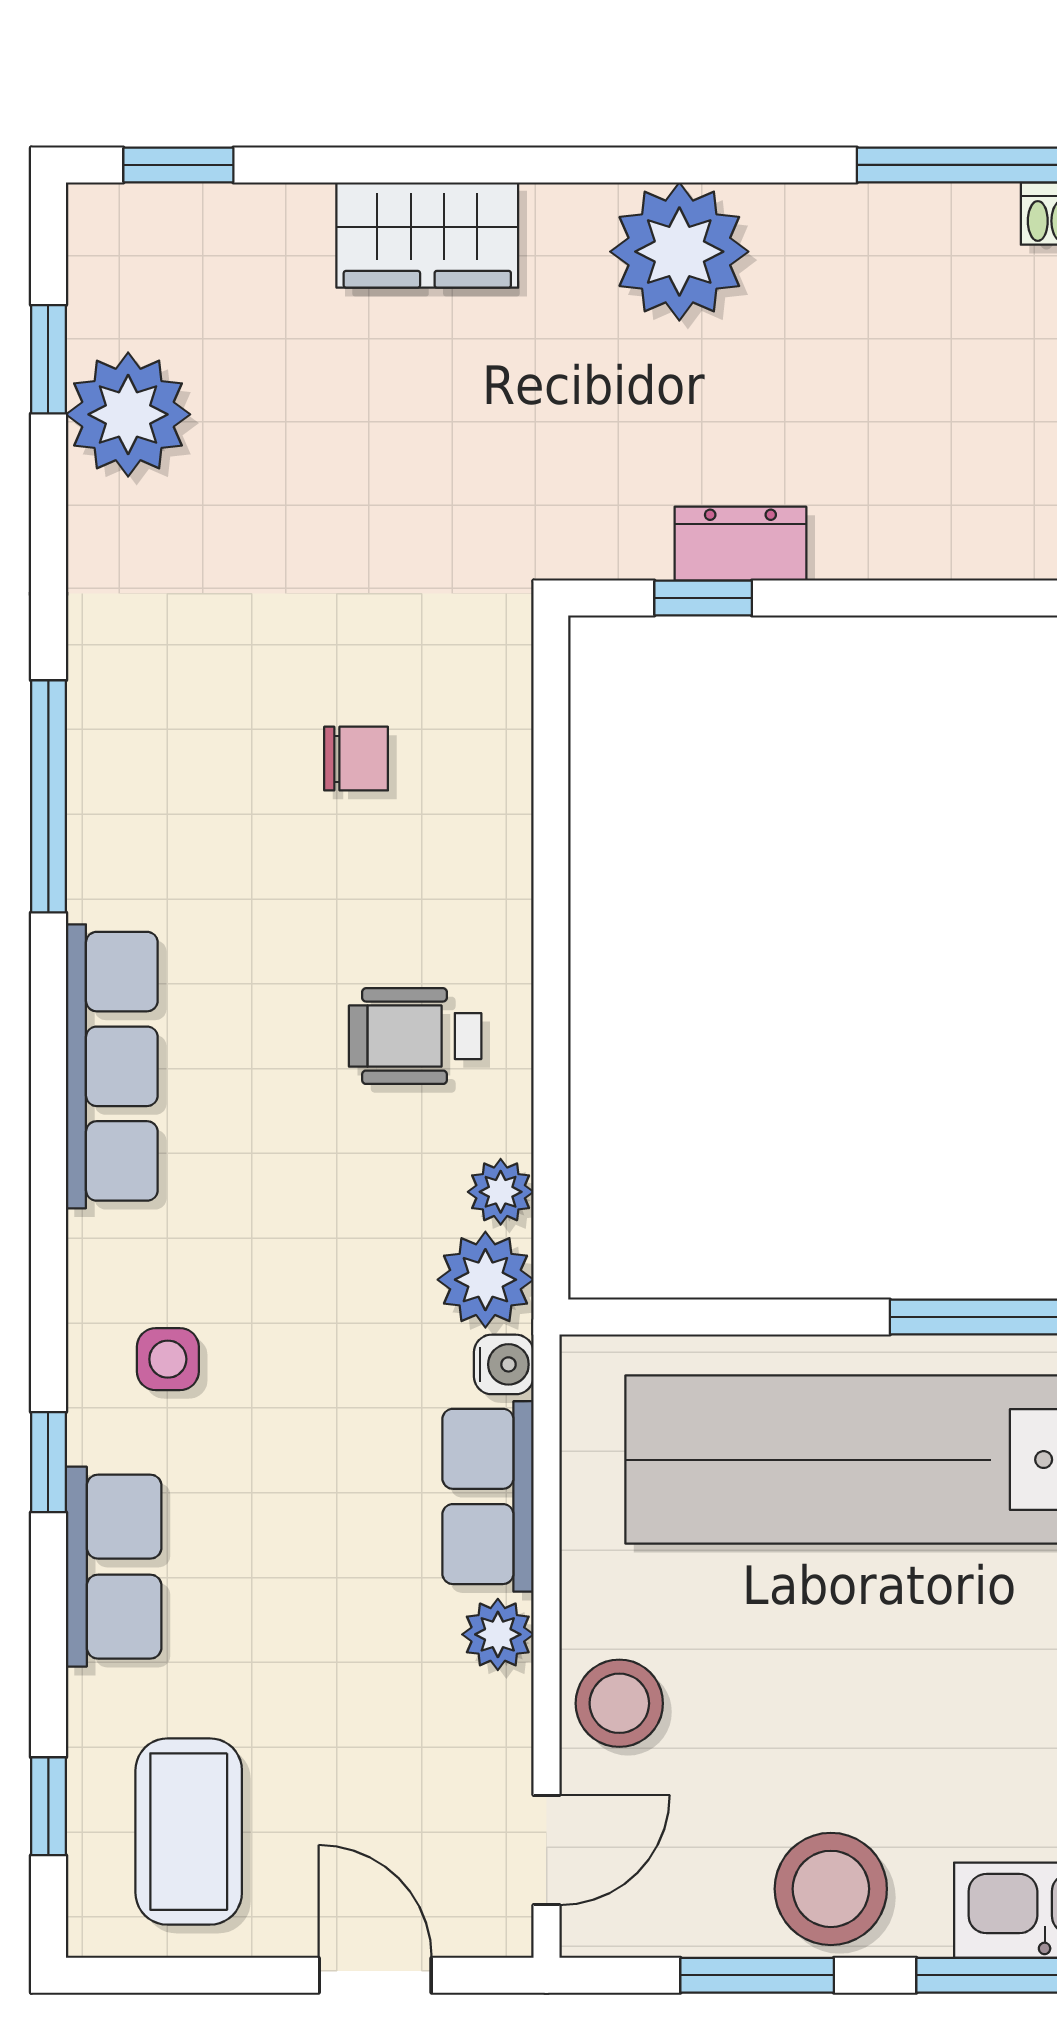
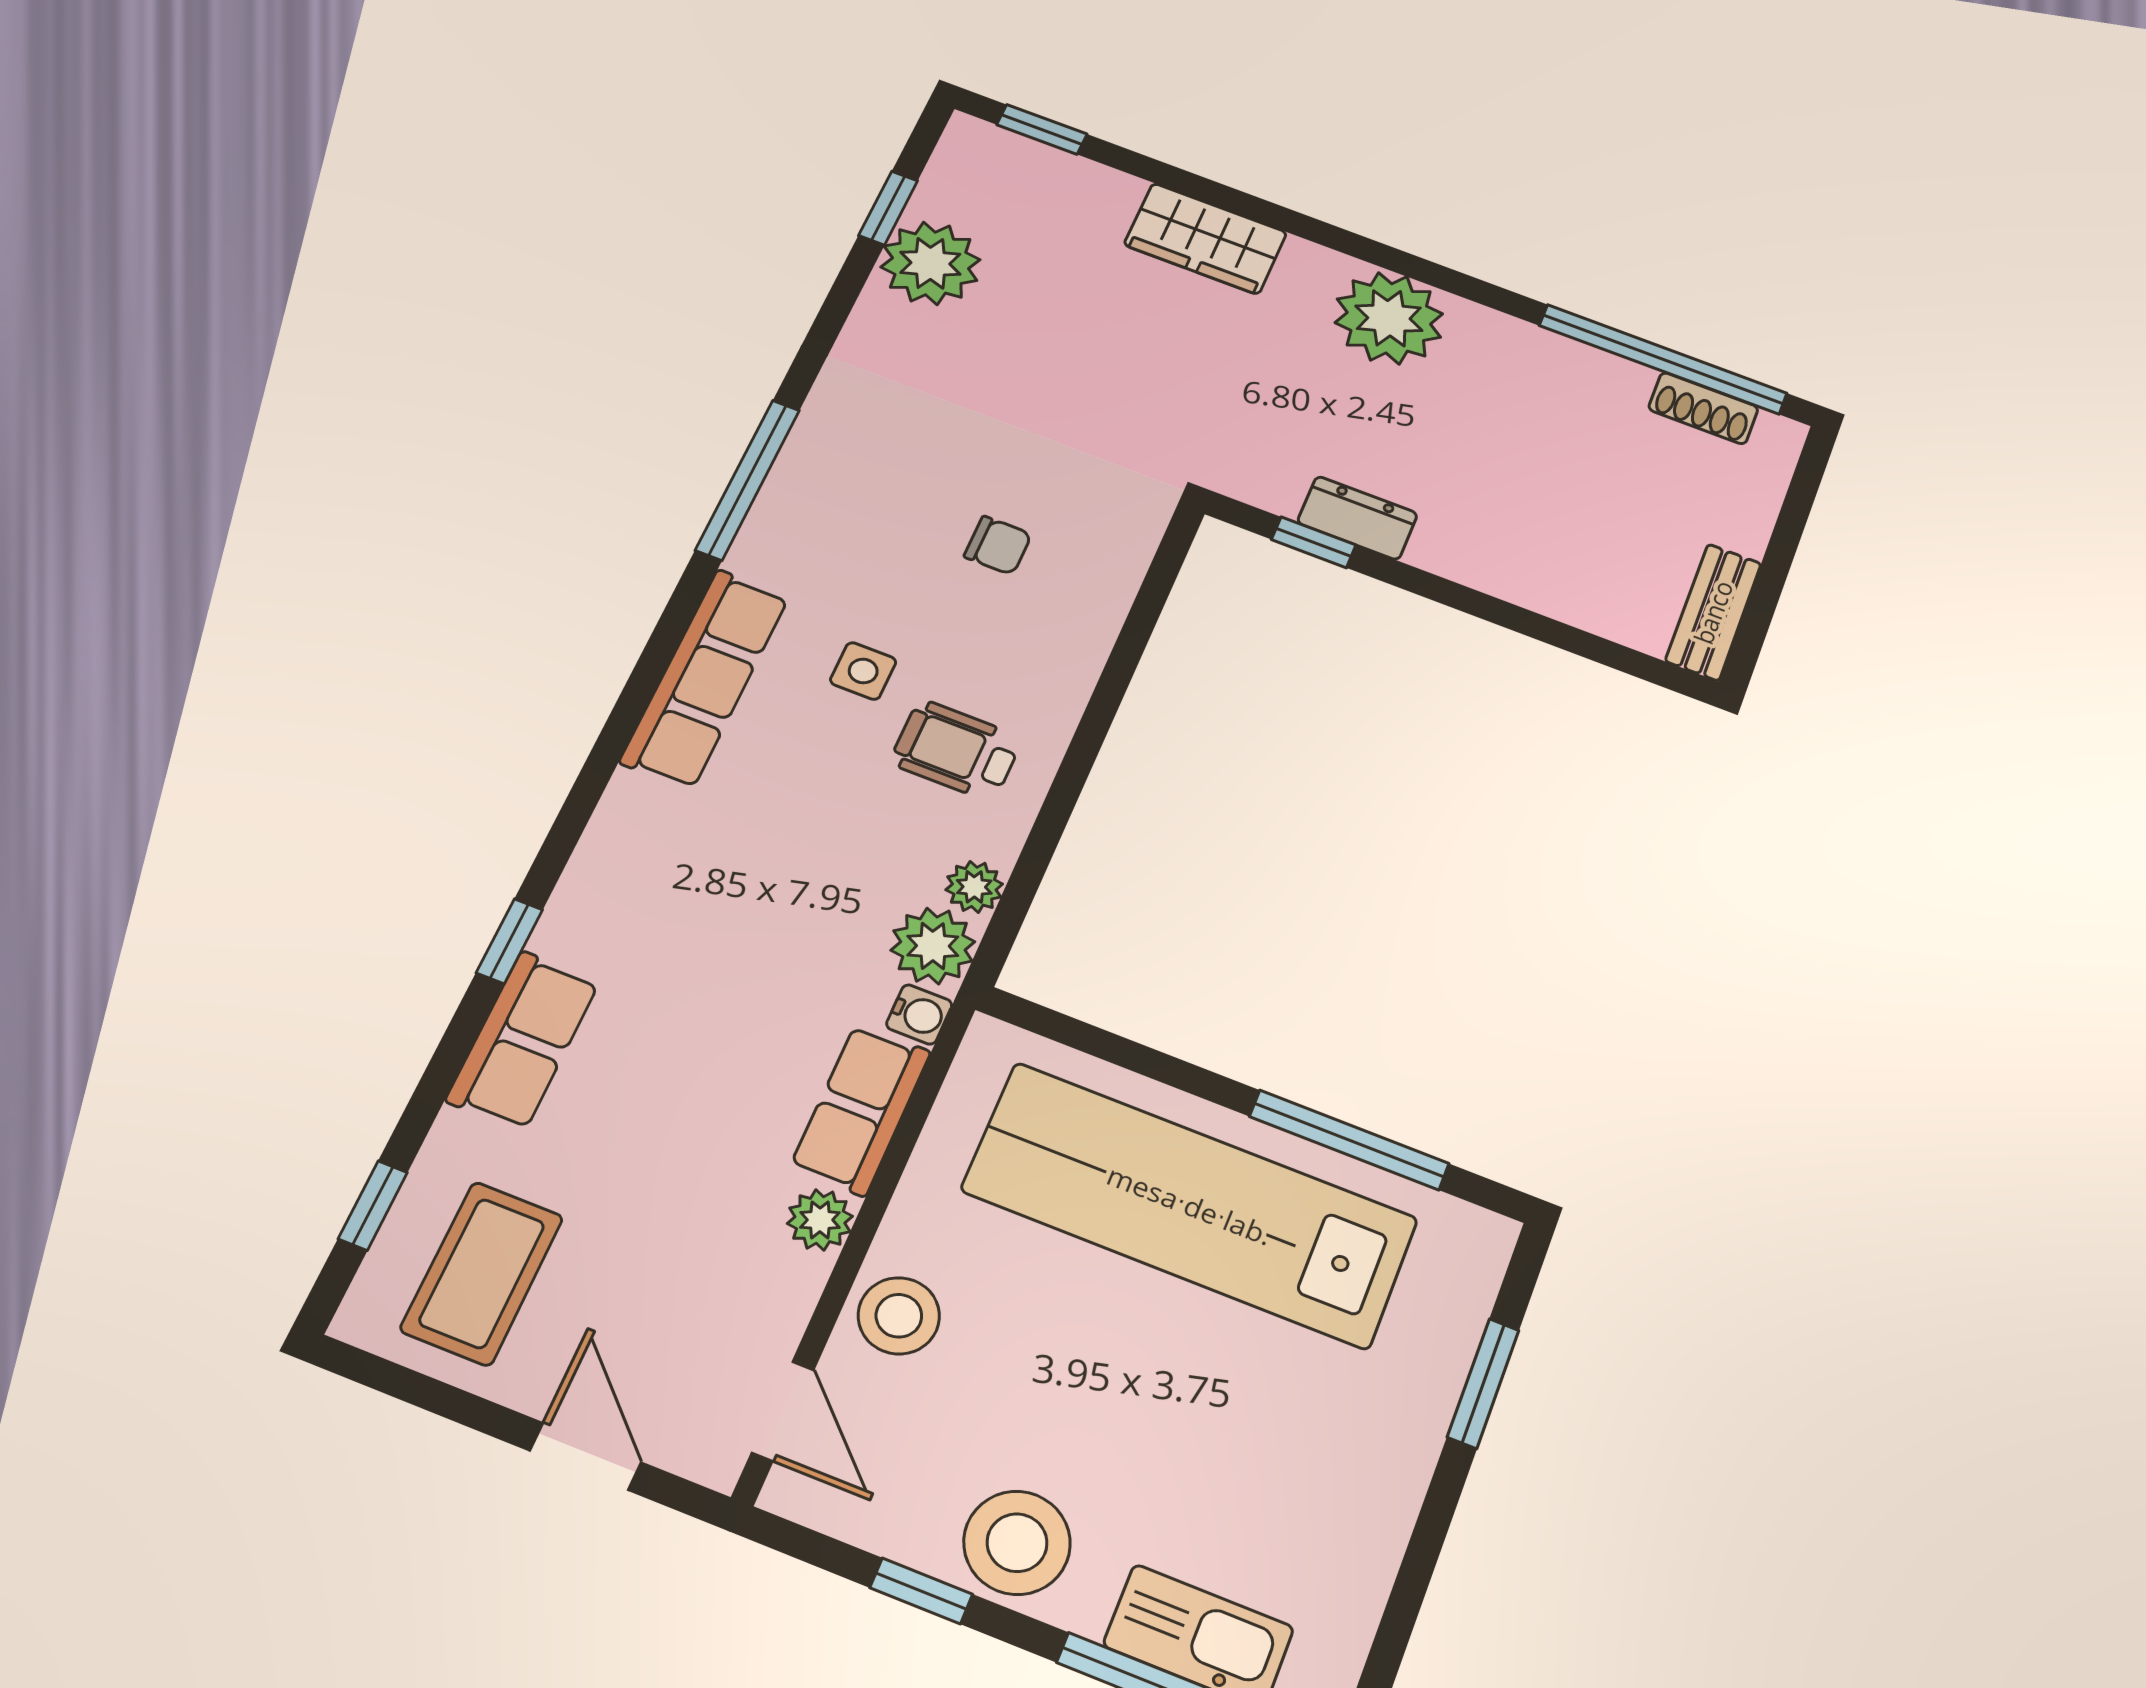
side table: (168, 1359) -> (863, 671), moved
door: (547, 1850) -> (783, 1411), hinge flipped
window: (757, 1975) -> (921, 1591), width x0.67

